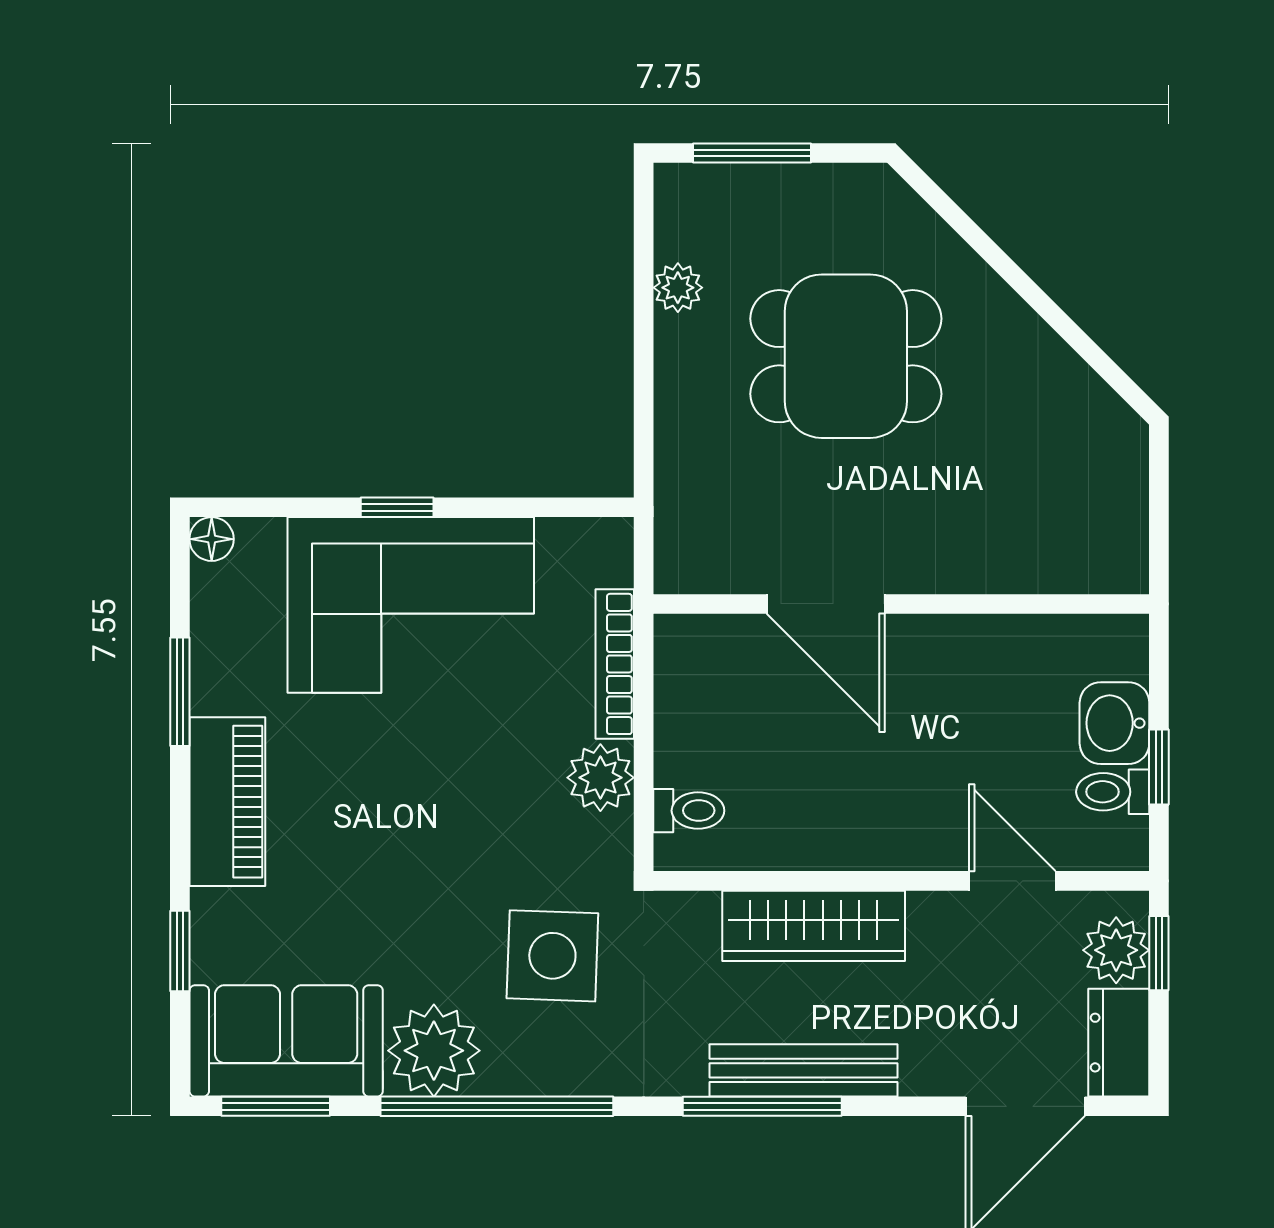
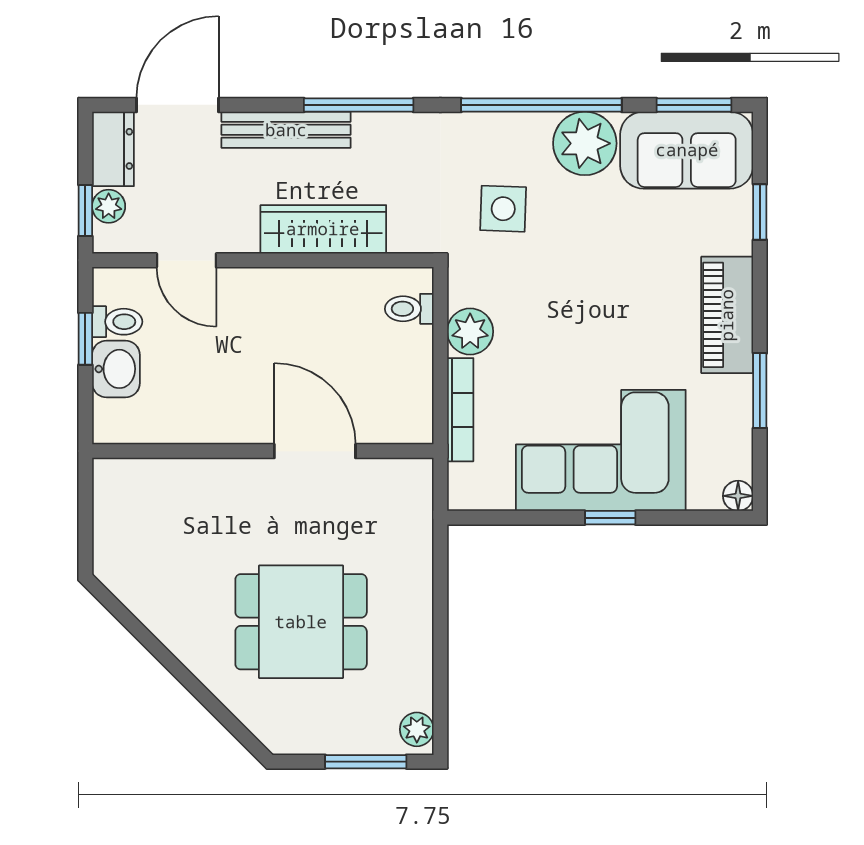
plant: (678, 288) -> (417, 729), moved
plant: (1116, 950) -> (109, 206), width x0.73, depth x0.73
side table: (552, 956) -> (503, 209), width x0.73, depth x0.73
bench: (803, 1070) -> (286, 130), moved

